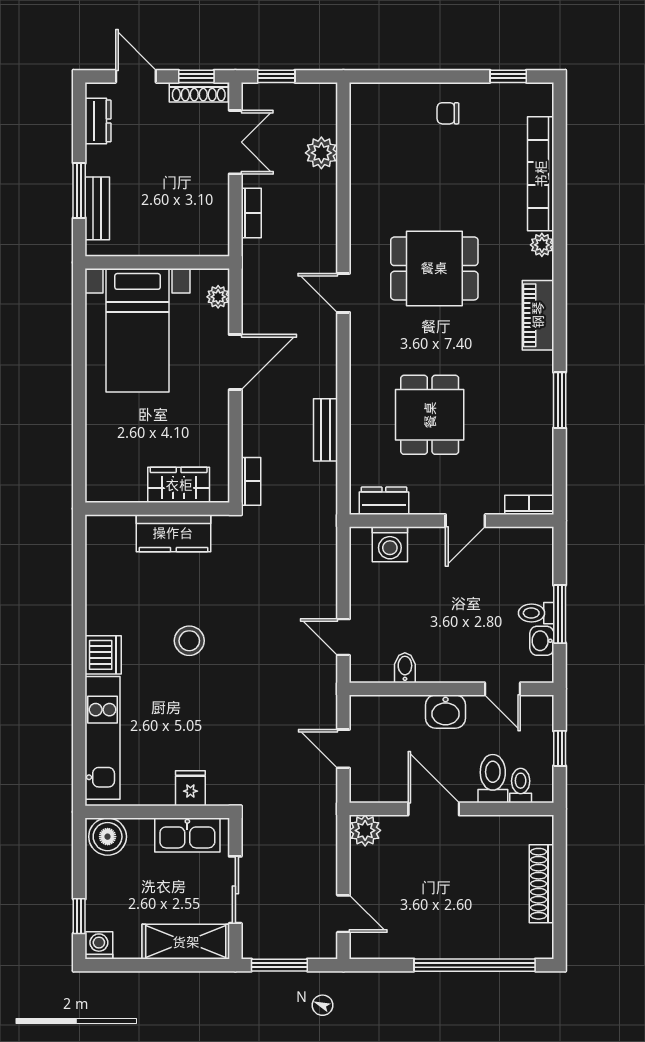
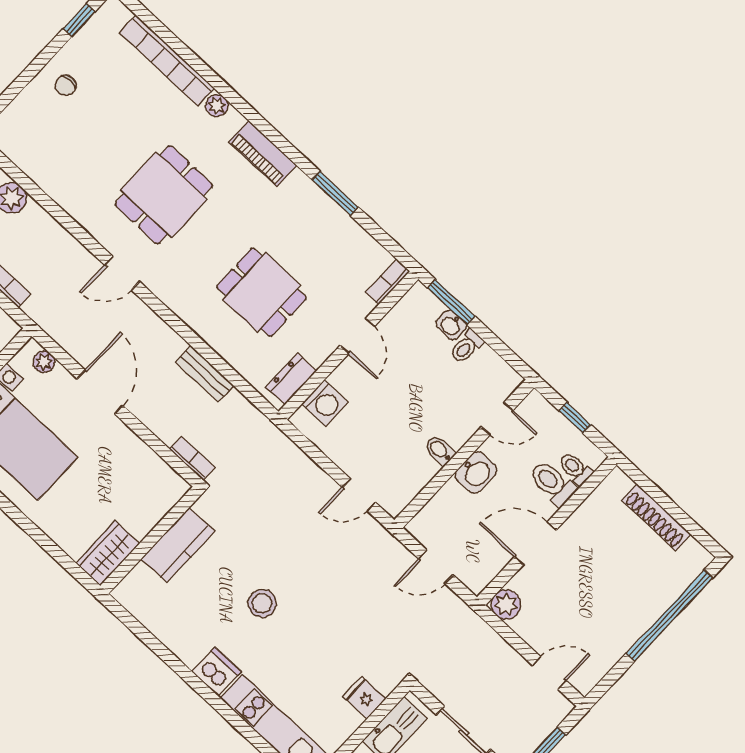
wardrobe: (179, 485) -> (108, 553), moved
window: (560, 614) -> (451, 302), moved
washbasin: (542, 641) -> (451, 325), moved
bidet: (405, 668) -> (440, 450), moved

